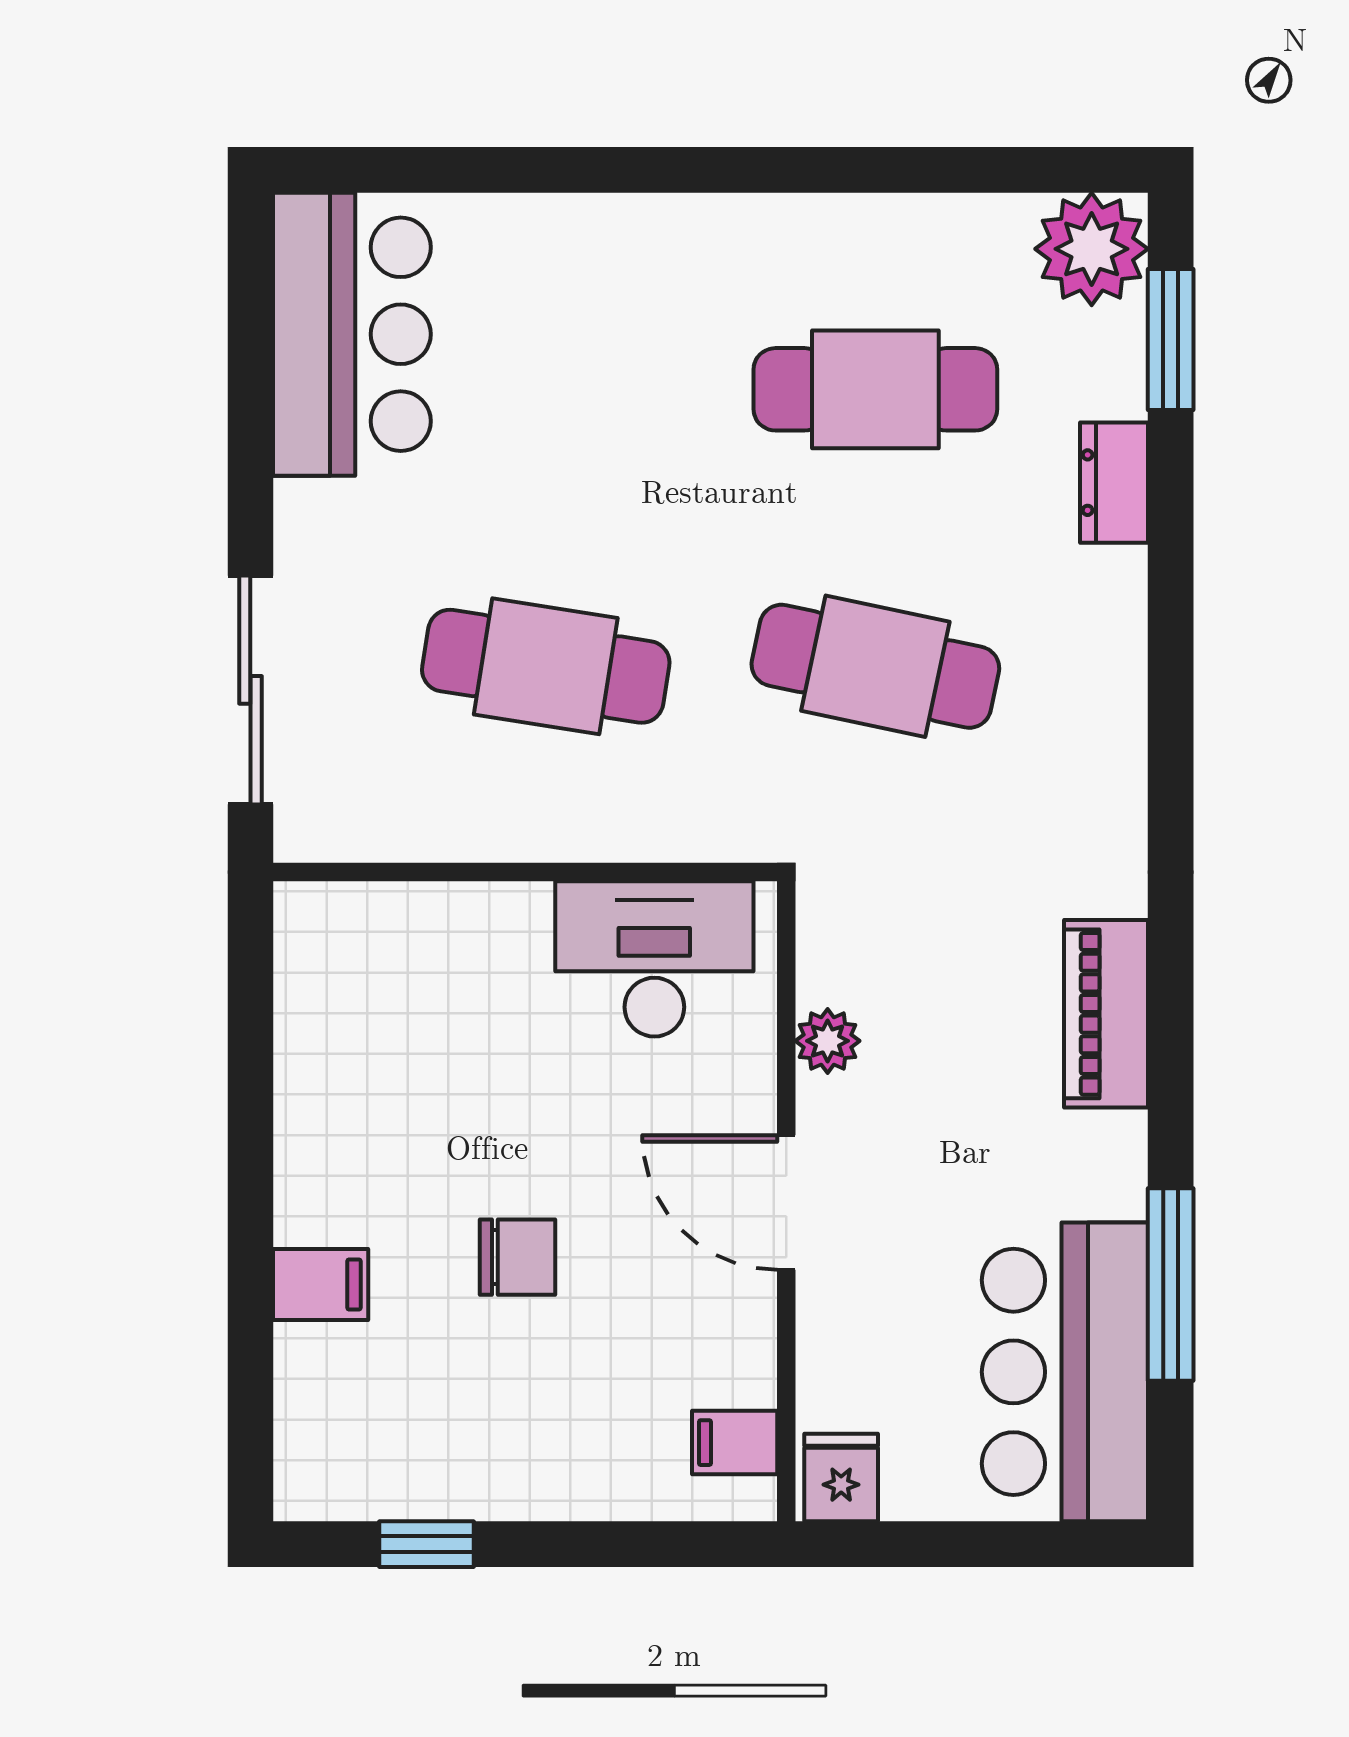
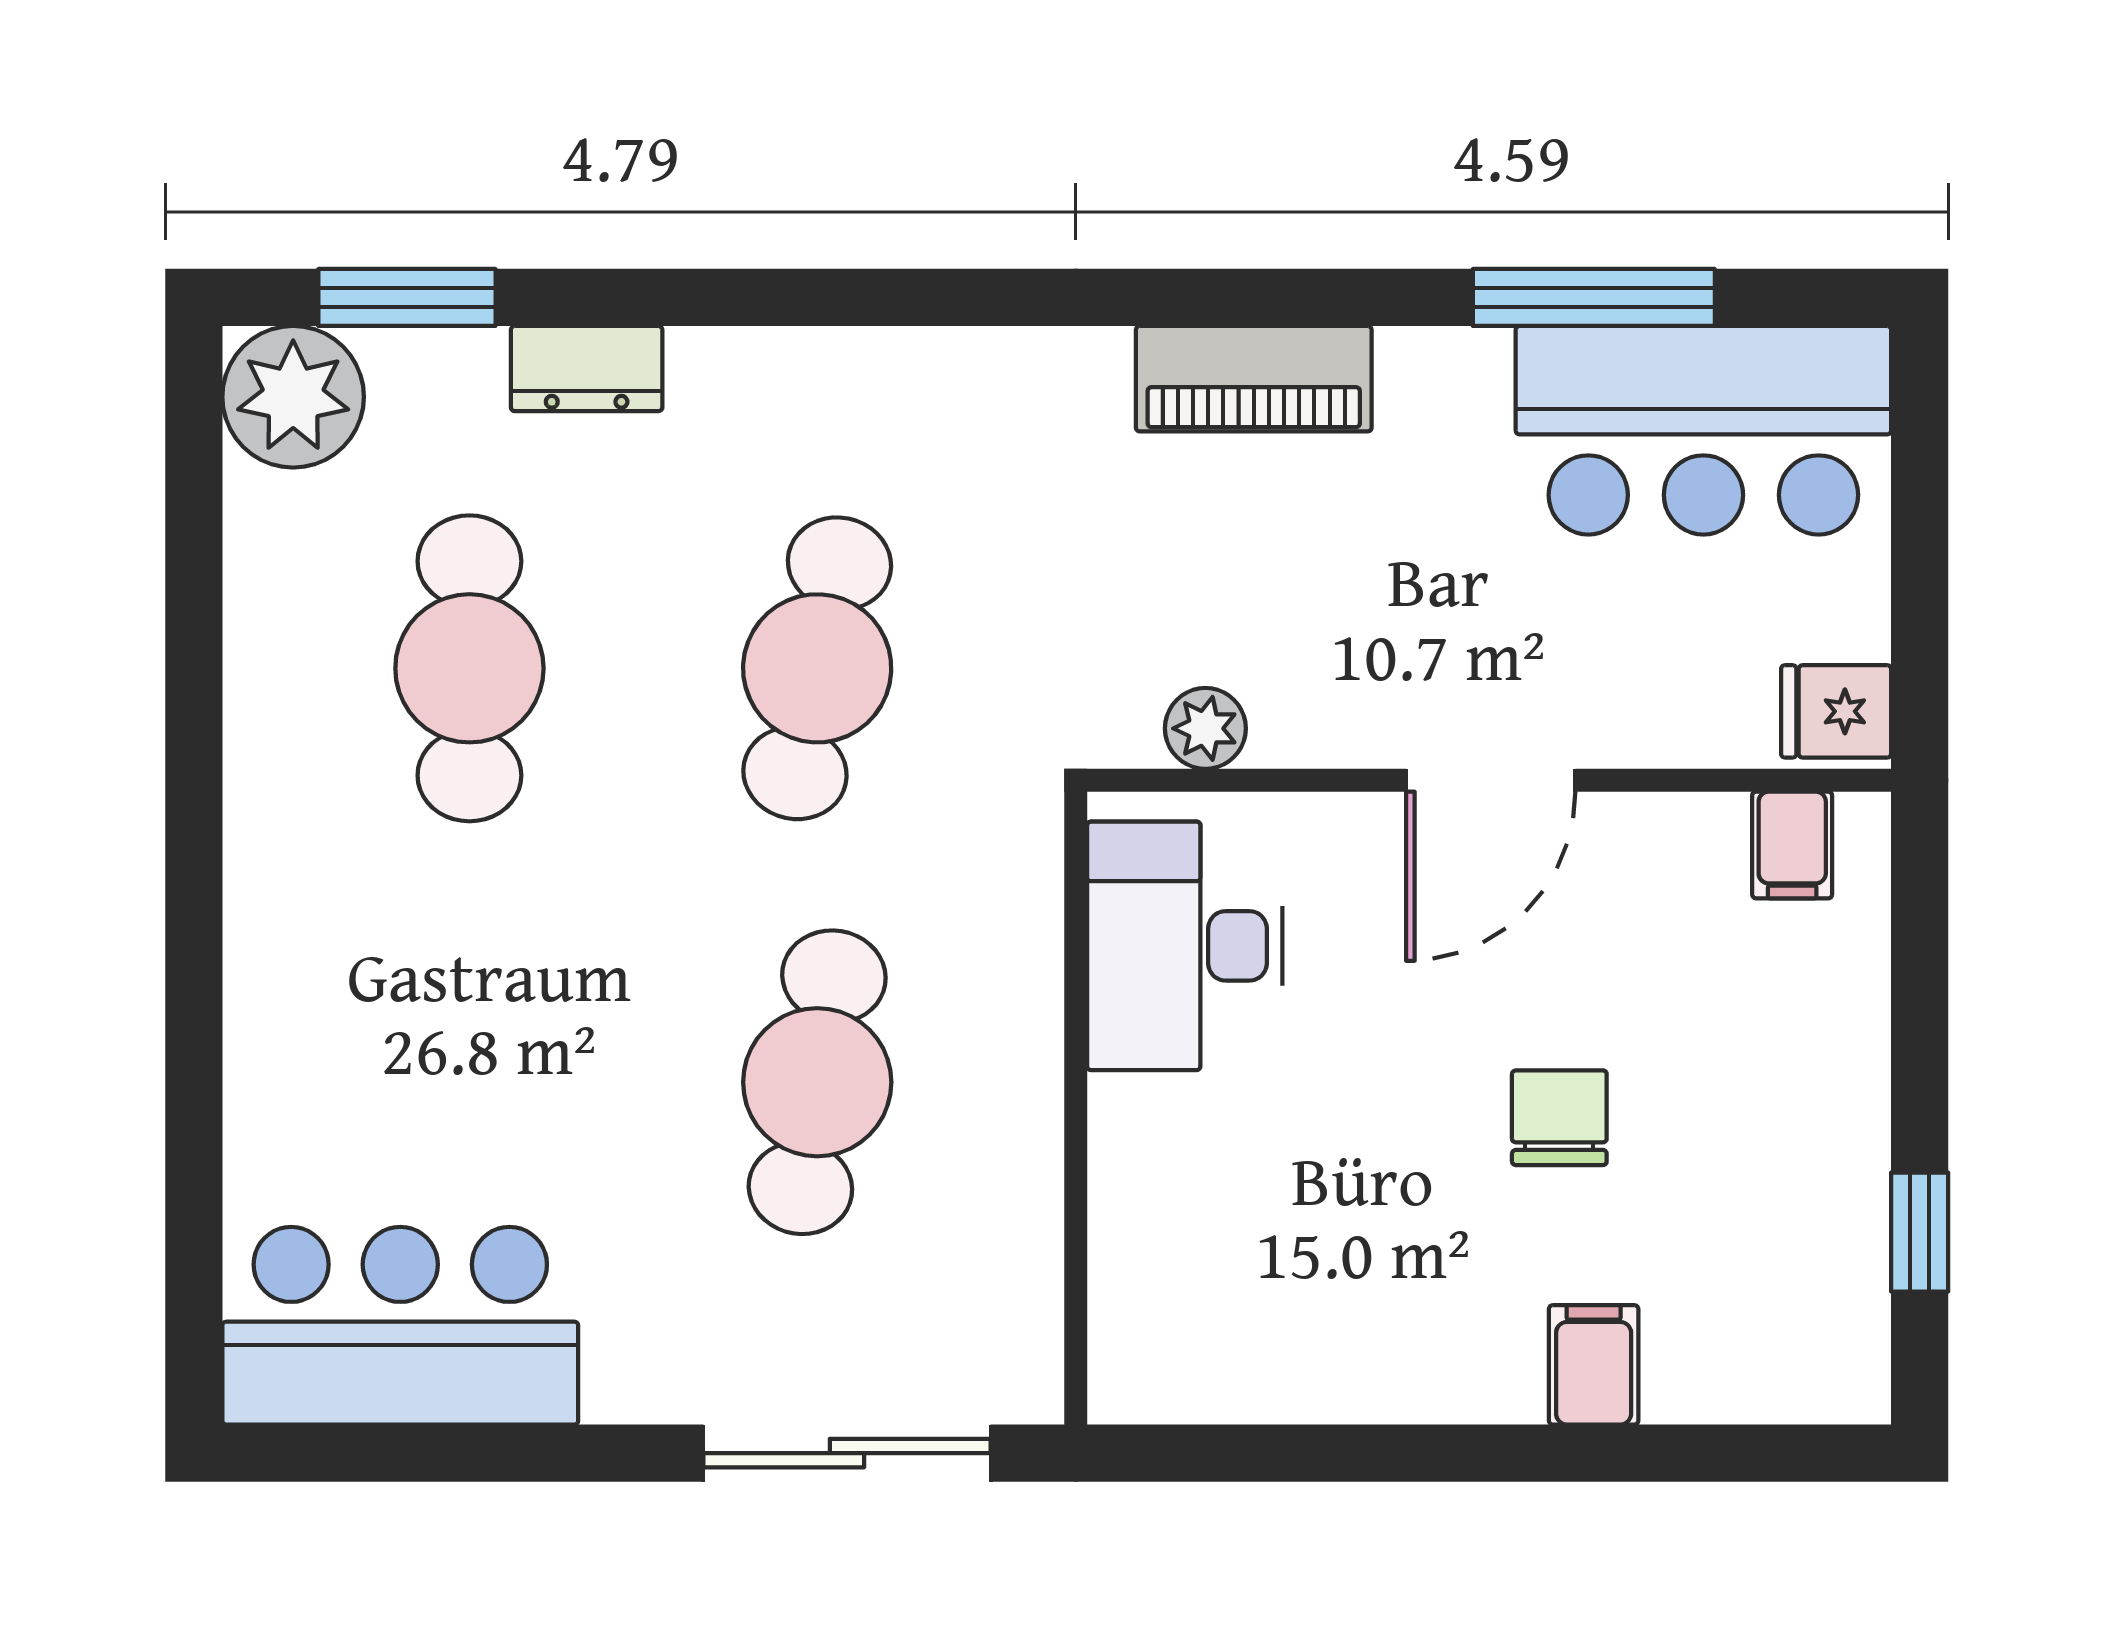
plant: (828, 1041) -> (1205, 728), moved

